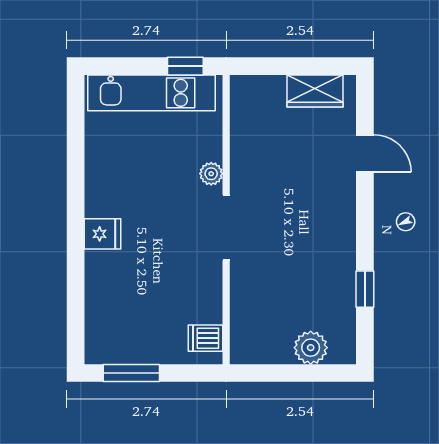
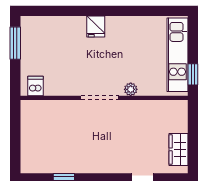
plant: (311, 348) -> (30, 147), removed

